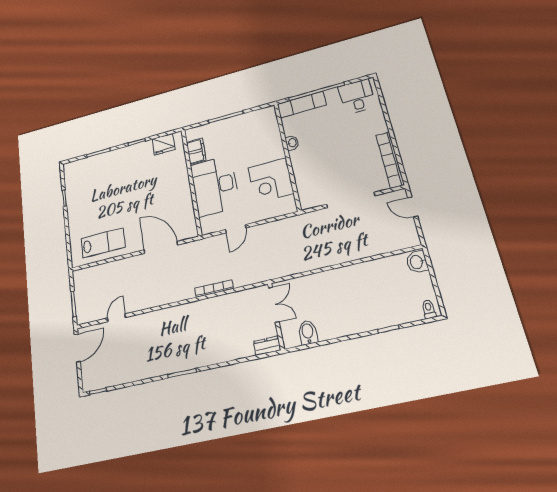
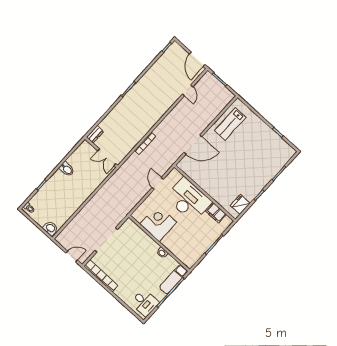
bidet: (308, 332) -> (67, 169), moved

